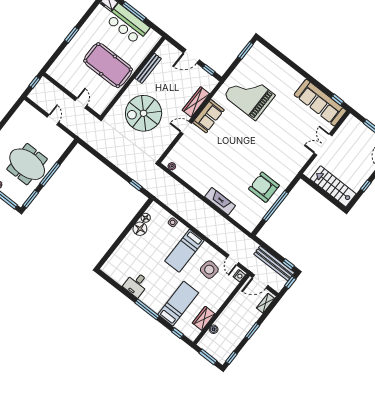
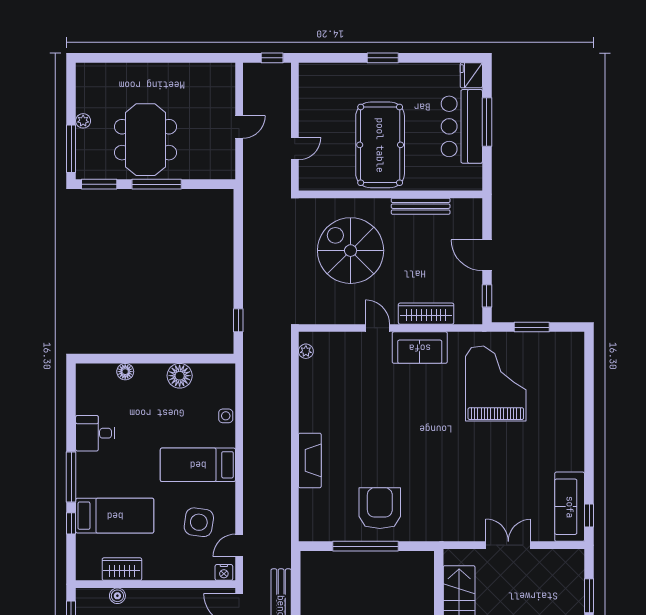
window: (246, 50) -> (532, 327), moved
sofa: (320, 103) -> (570, 507), width x0.74, depth x0.79
floor lamp: (146, 218) -> (125, 372), moved
window: (177, 333) -> (71, 523), moved

